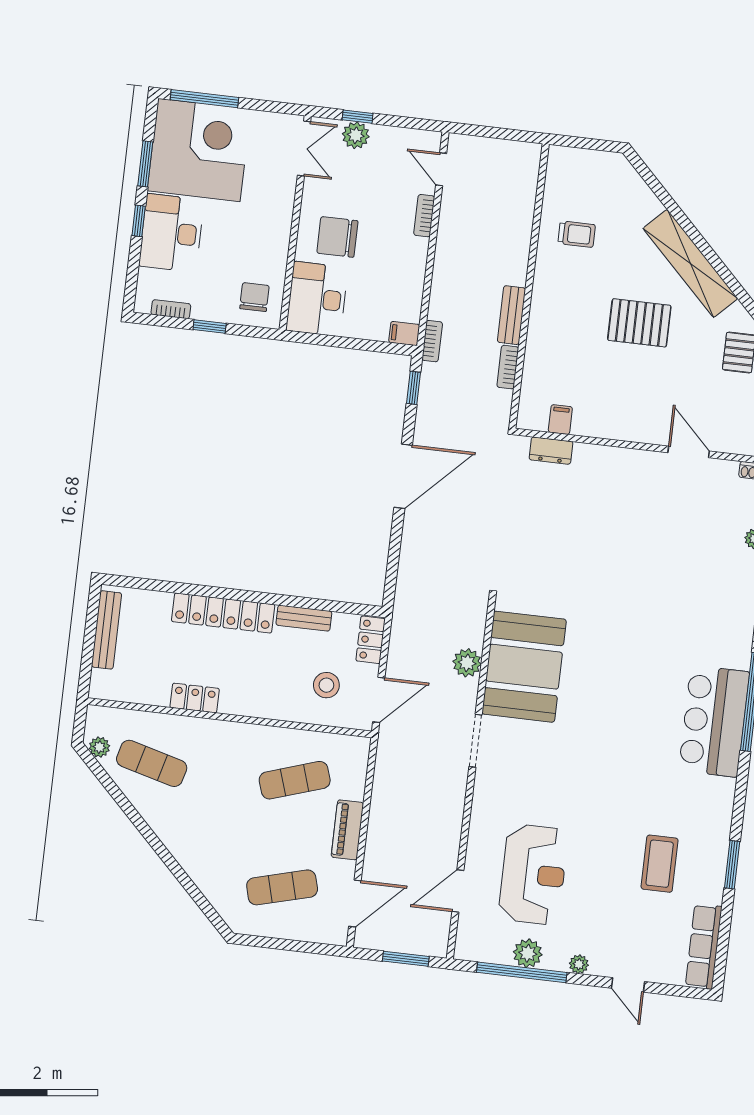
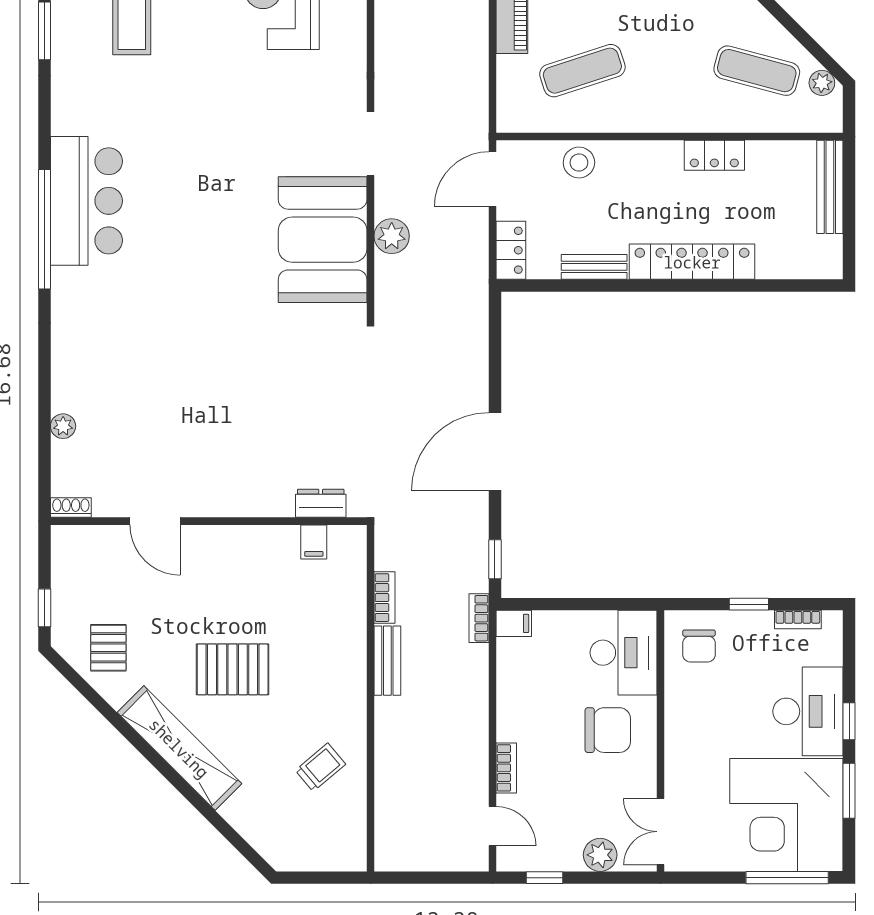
window: (358, 117) -> (544, 878), moved
trolley: (577, 234) -> (320, 767), turned 140
bench: (107, 630) -> (830, 187), moved
stool: (326, 685) -> (579, 163), moved

